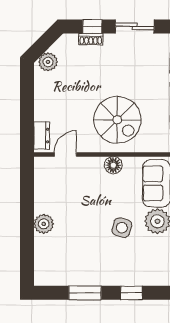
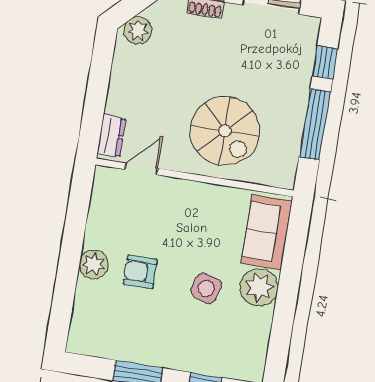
floor lamp: (113, 165) -> (208, 196), removed
armchair: (76, 224) -> (140, 272), added

